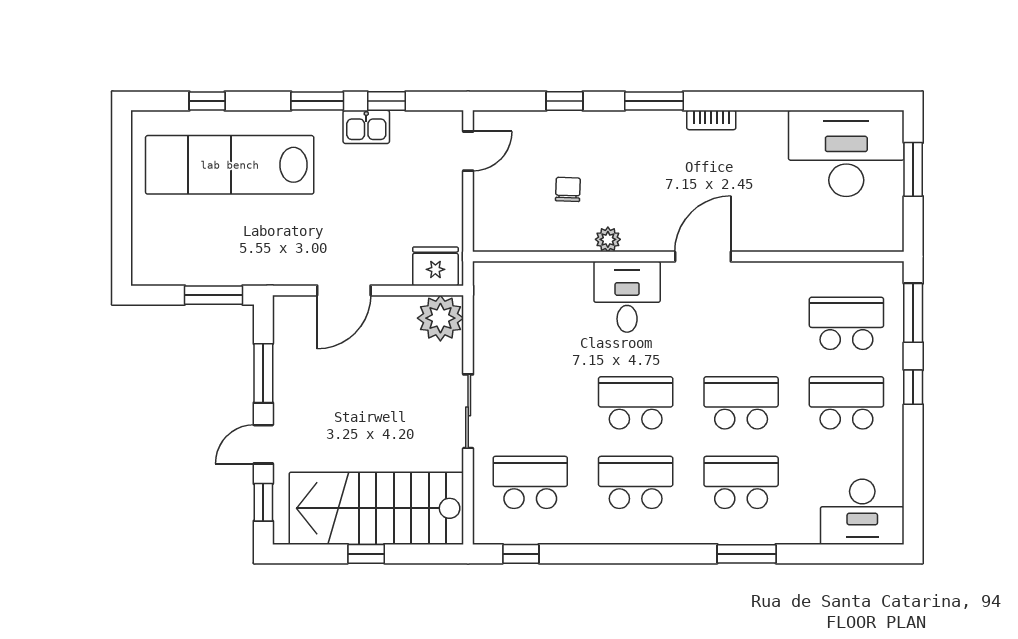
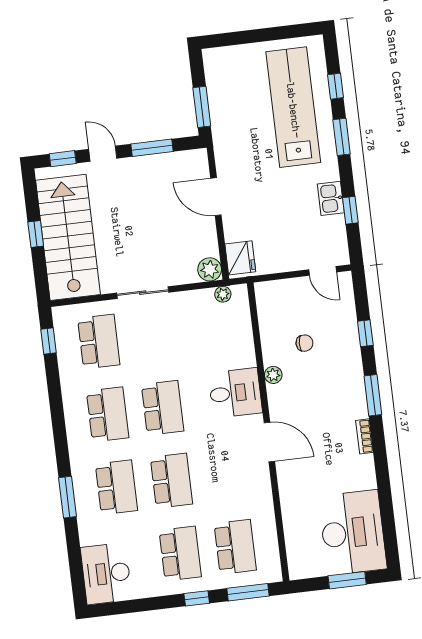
window: (317, 101) -> (342, 137), moved
plant: (484, 297) -> (223, 294), added
plant: (440, 318) -> (210, 269), width x0.73, depth x0.73

